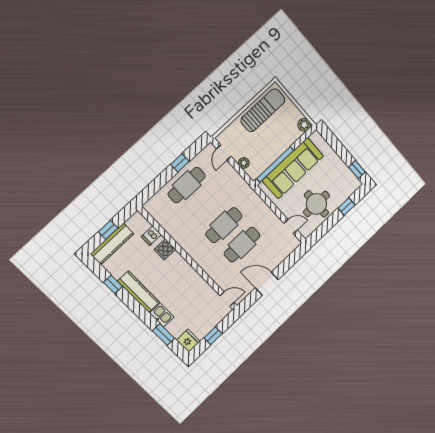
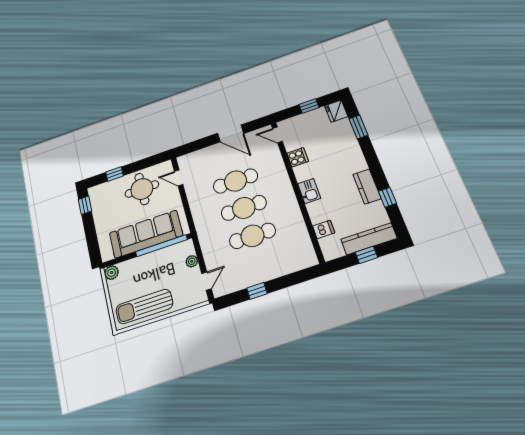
cafe table: (187, 185) -> (252, 236), moved
cooker: (165, 250) -> (298, 157), moved
kitchen counter: (139, 292) -> (367, 186), width x0.67
kitchen sink: (162, 315) -> (309, 191), moved, turned 180

